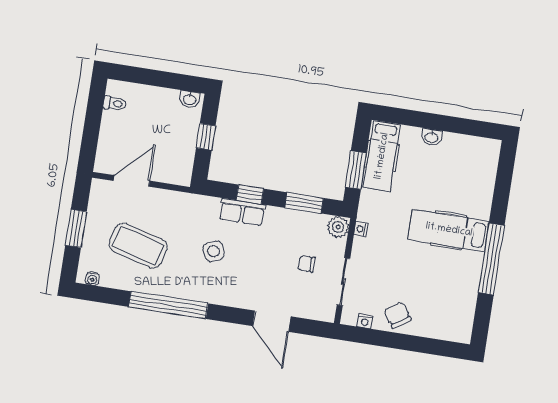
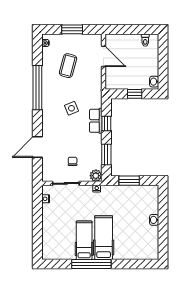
hospital bed: (382, 156) -> (84, 240), moved, turned 90
coffee table: (138, 246) -> (68, 66), width x0.73, depth x0.76
chair: (398, 315) -> (52, 217), removed

